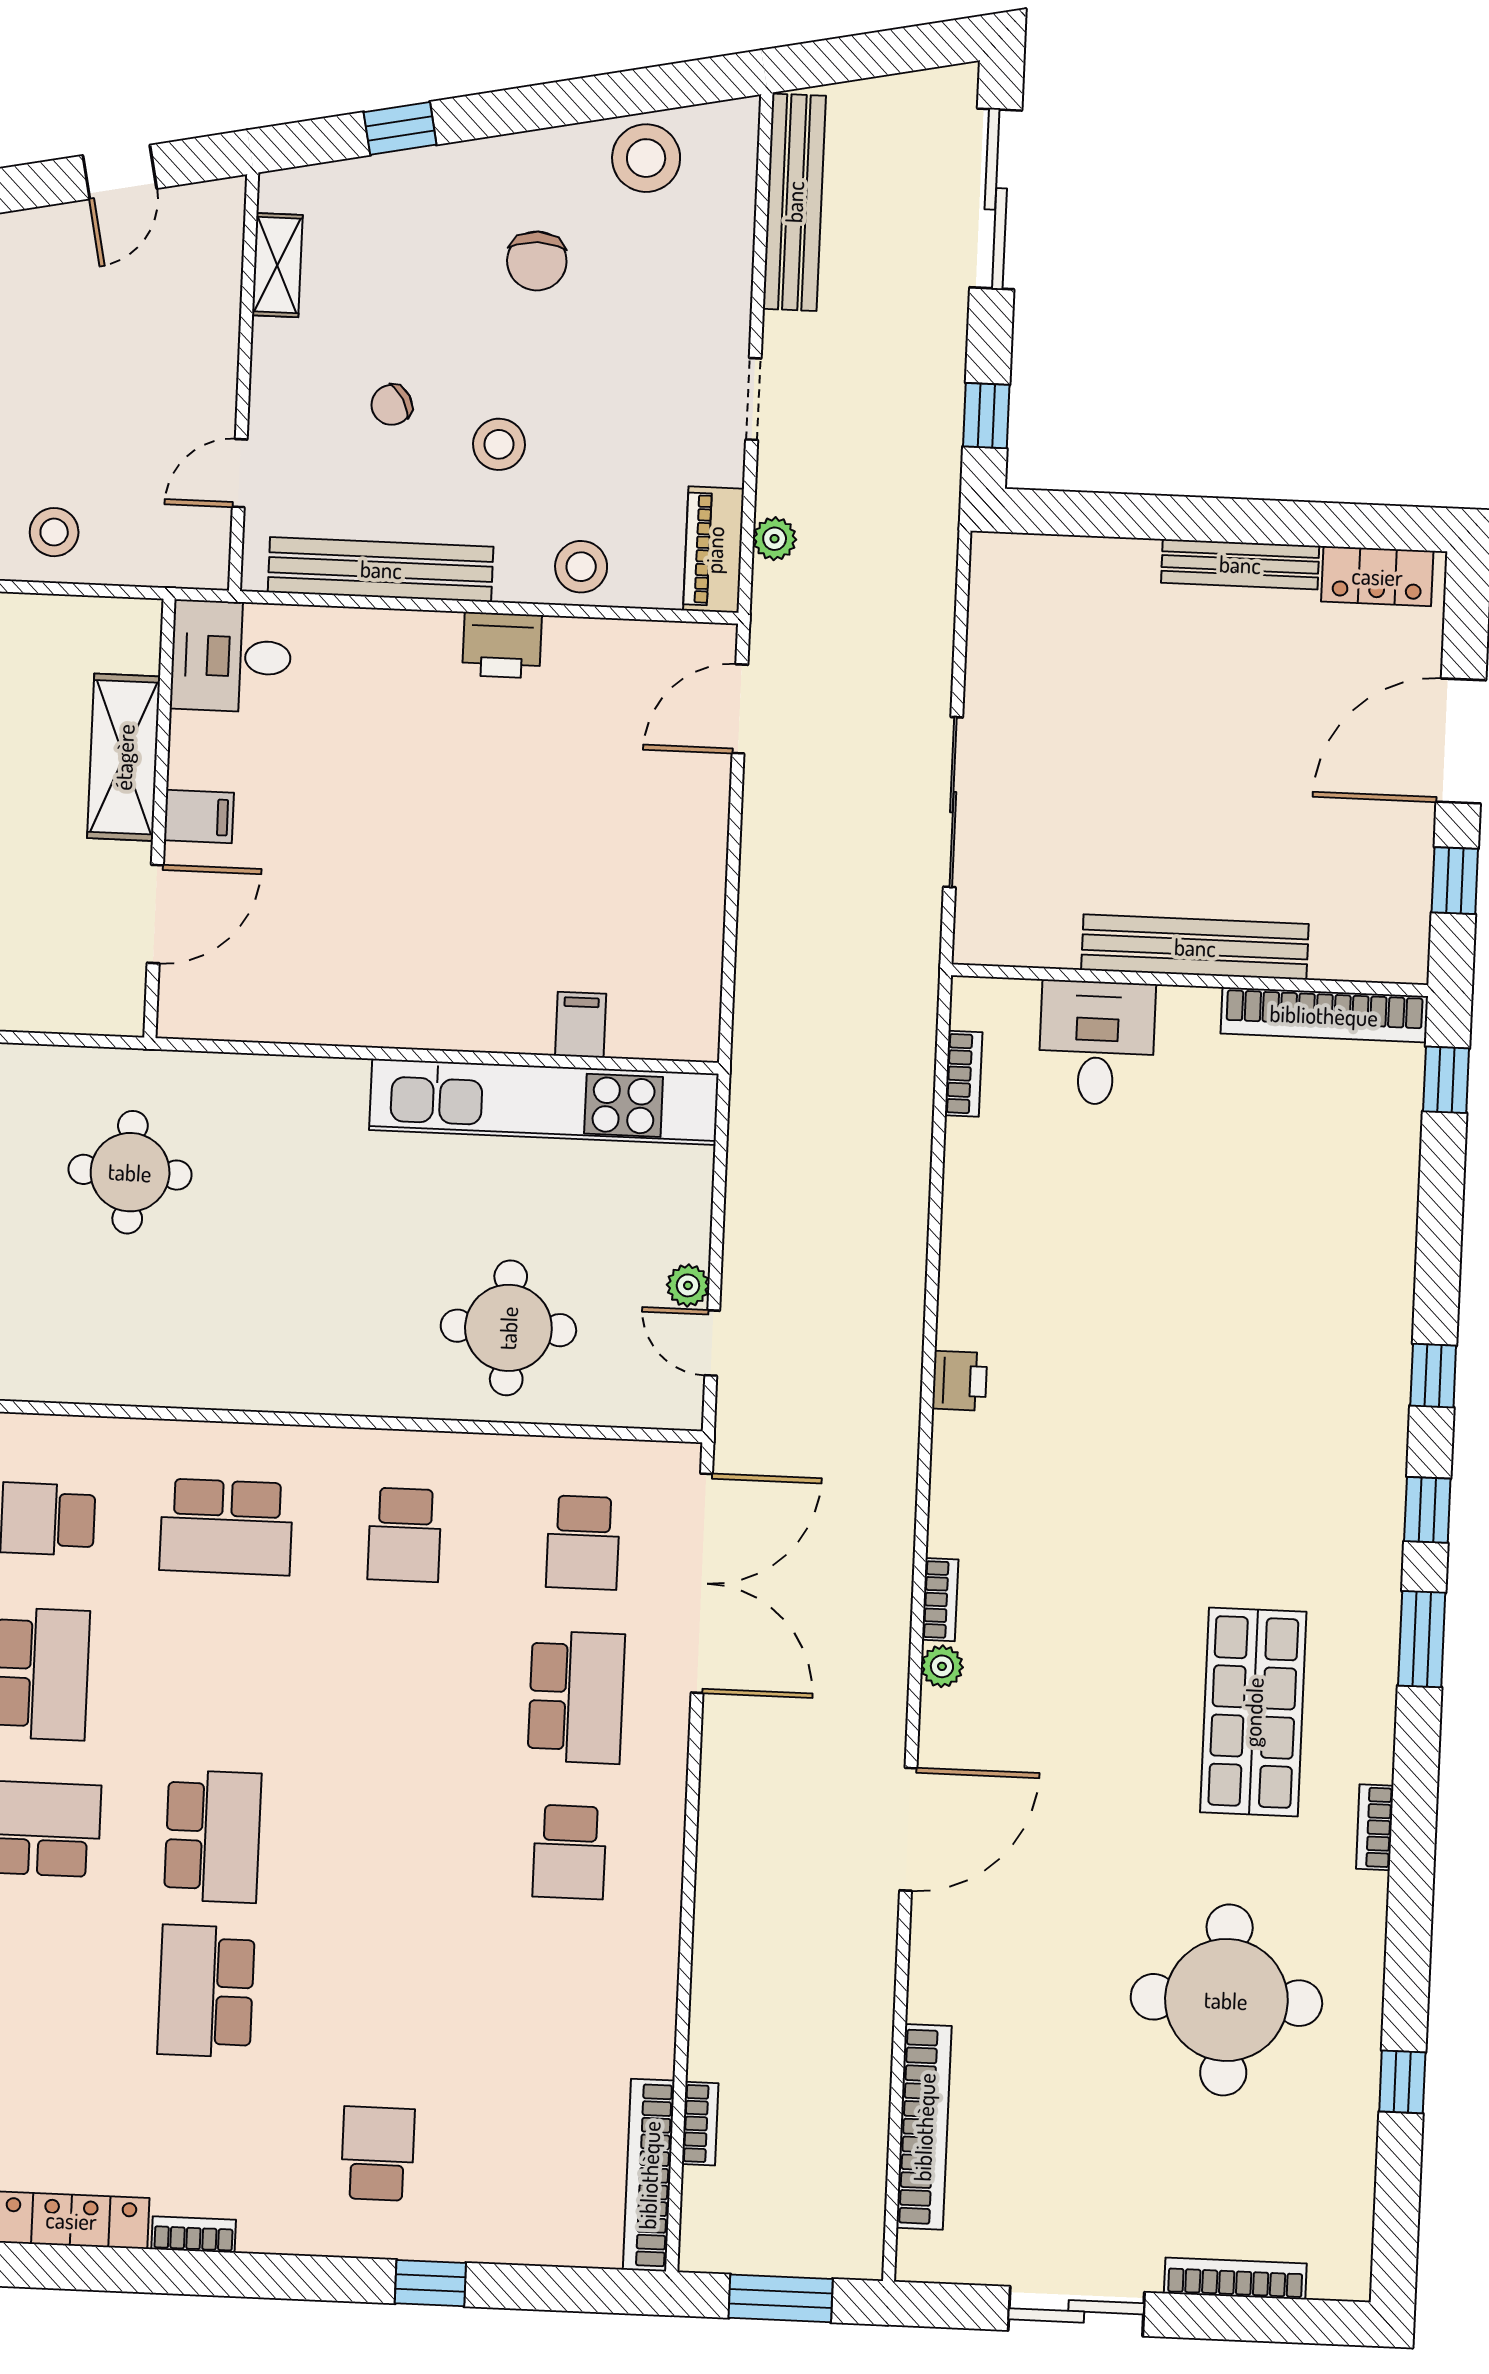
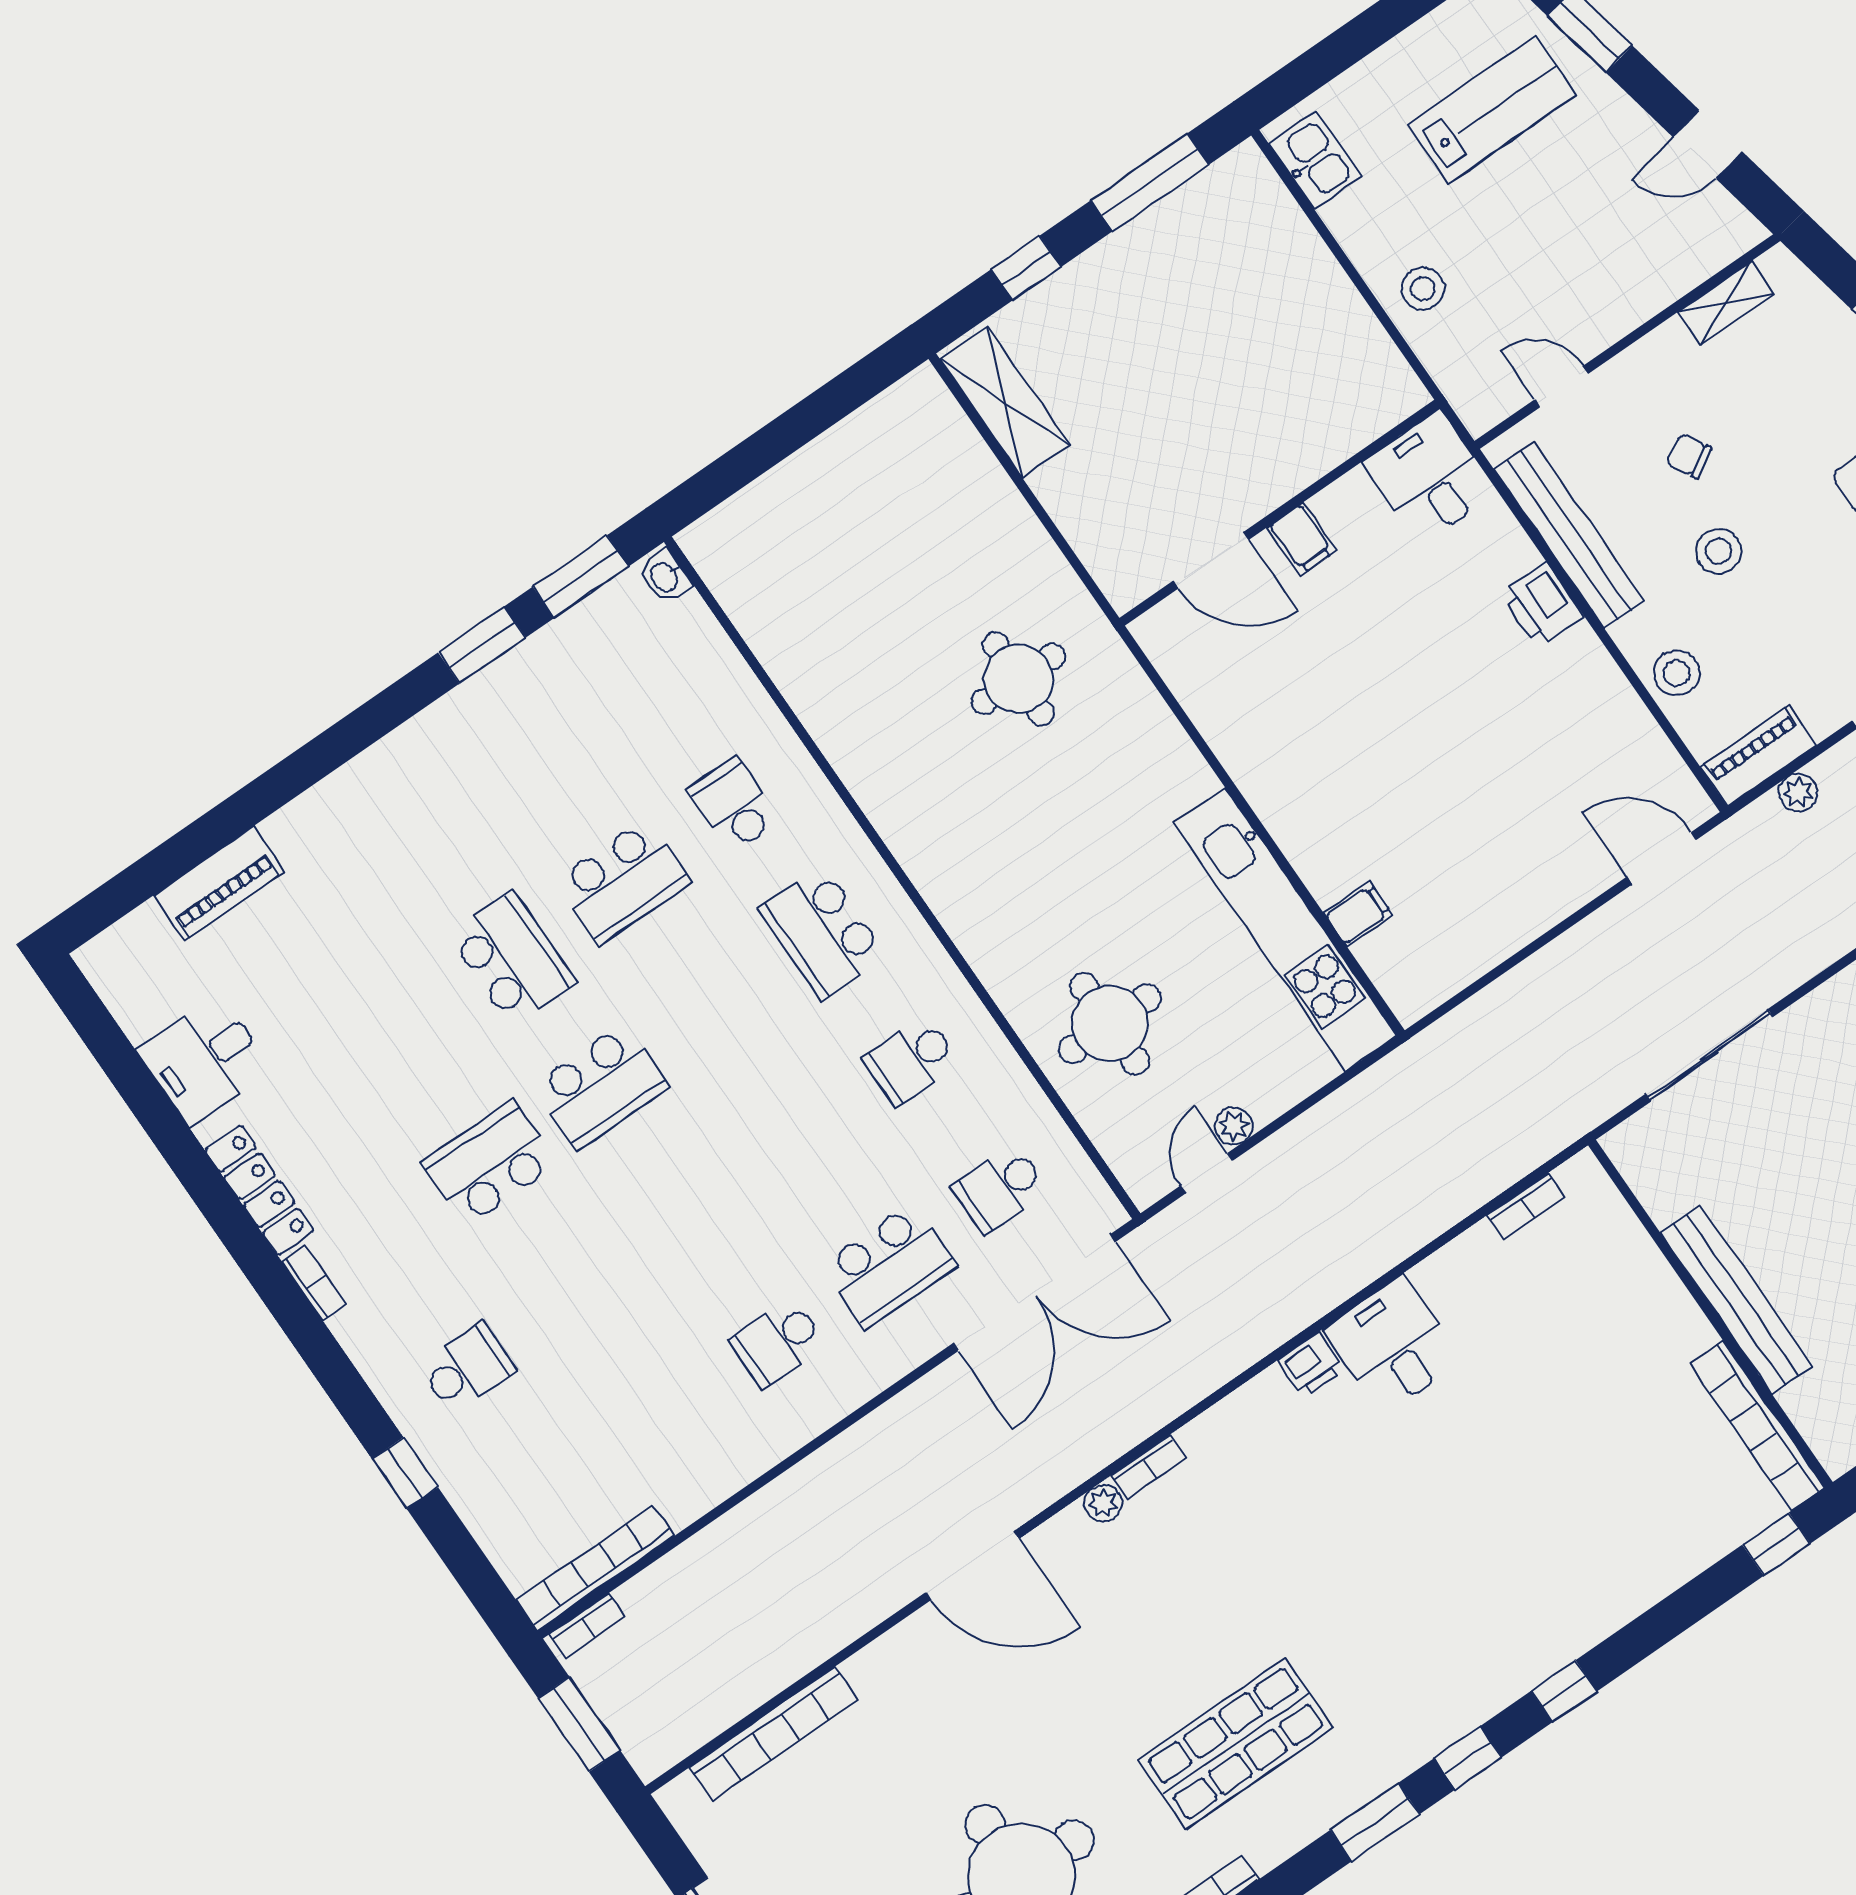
printer: (502, 645) -> (1542, 605), moved
shelving: (124, 757) -> (1303, 456), removed
desk: (1097, 1043) -> (1393, 1345), moved, turned -90
bookcase: (700, 2124) -> (587, 1626), moved

